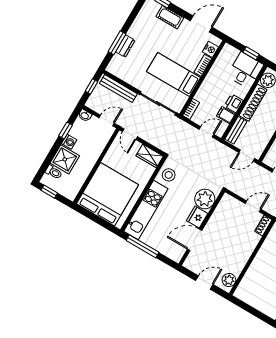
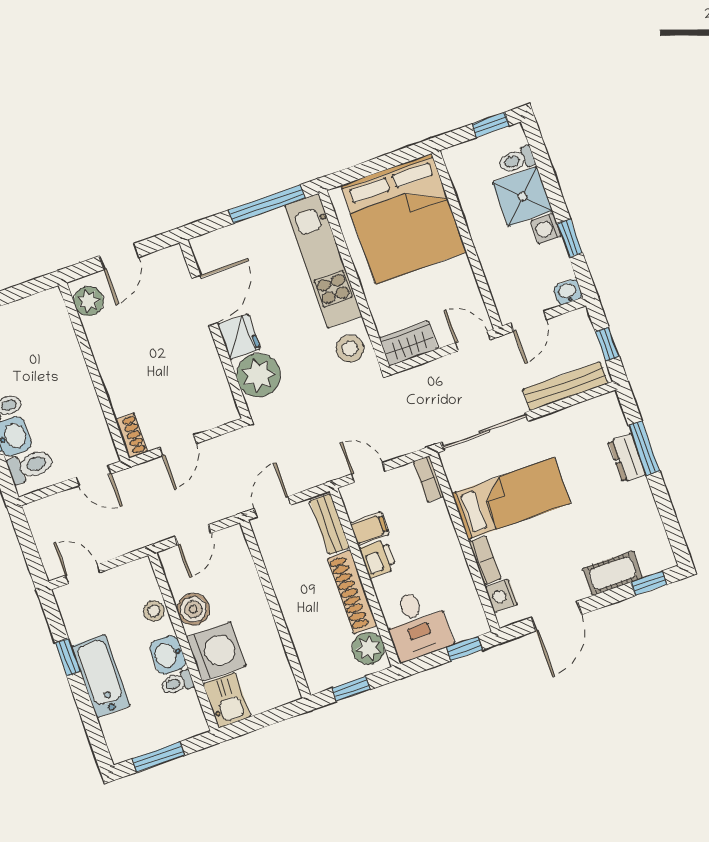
window: (251, 53) -> (464, 649), moved
door: (207, 132) -> (368, 473), swing flipped

